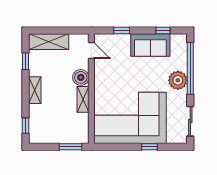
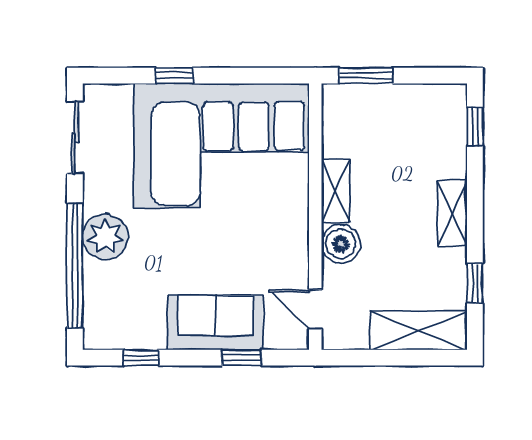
sofa: (150, 45) -> (215, 322), moved

